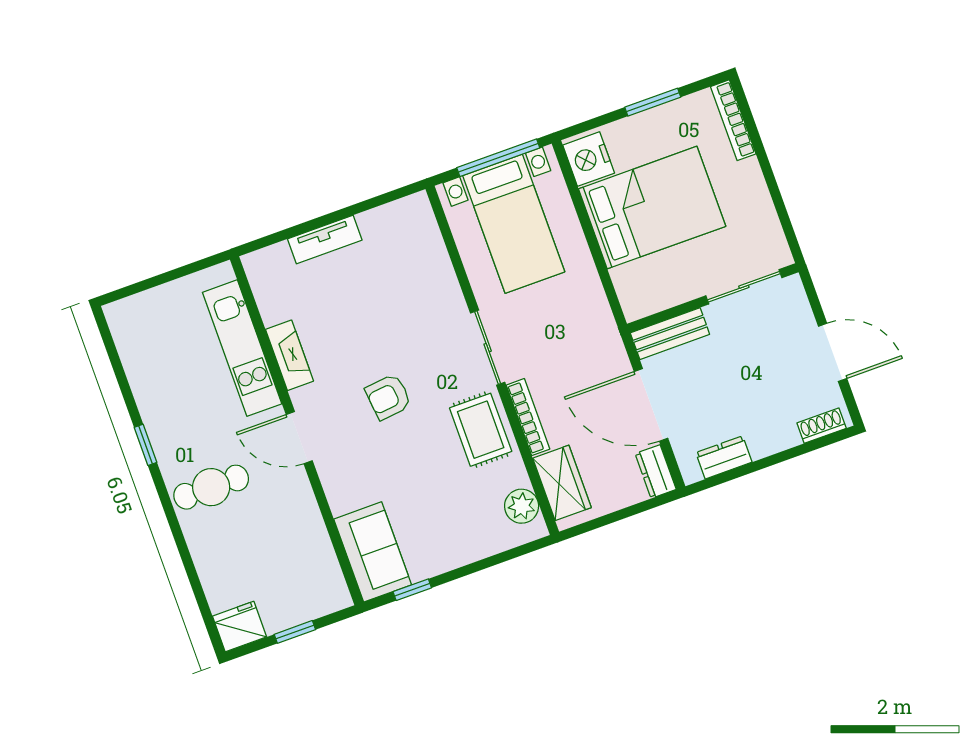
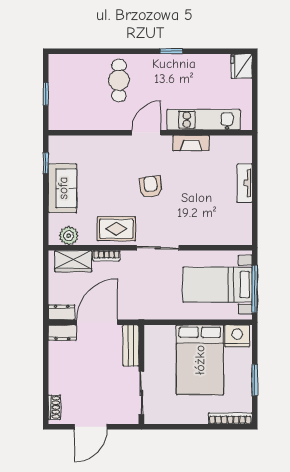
bookcase: (528, 417) -> (106, 256), width x0.64
dresser: (724, 457) -> (62, 333), moved, turned 90
cafe table: (211, 487) -> (119, 80), moved
sofa: (373, 552) -> (63, 188), moved, turned -90
fridge: (239, 627) -> (242, 66), moved, turned 180

